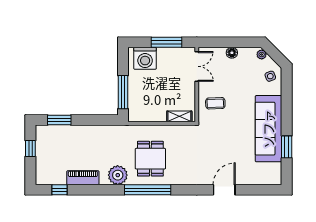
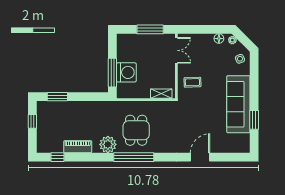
floor lamp: (232, 53) -> (219, 39), moved
washing machine: (145, 58) -> (126, 72), moved, turned -90

